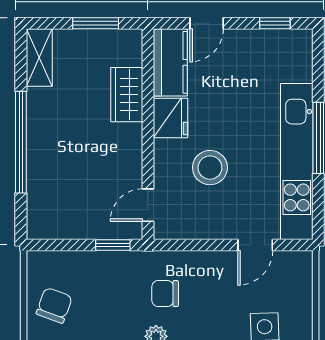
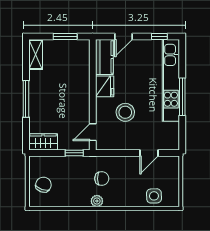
wardrobe: (127, 95) -> (43, 142), moved, turned 90
window: (21, 142) -> (26, 99), width x0.68
kitchen unit: (297, 162) -> (171, 80), moved
chair: (165, 294) -> (102, 179), turned 180

